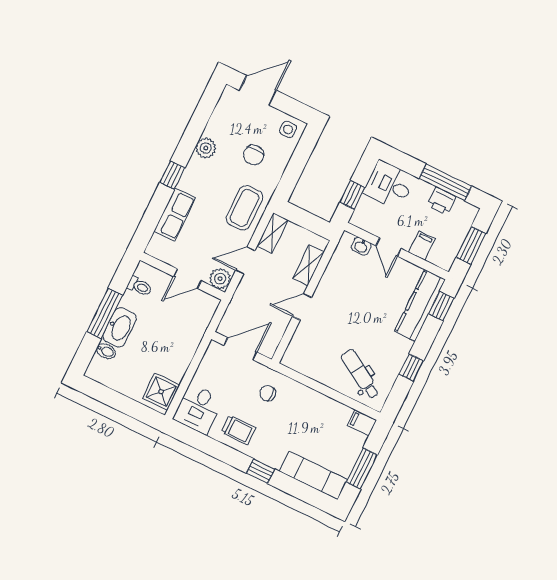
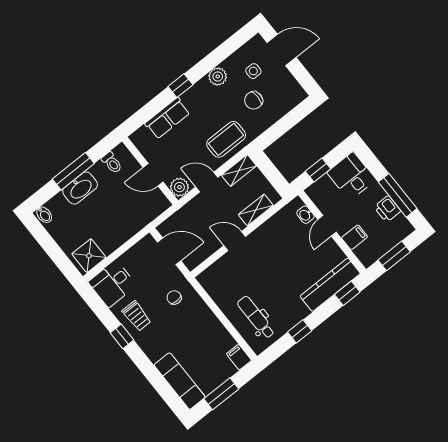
side table: (288, 129) -> (253, 71), moved
bidet: (106, 351) -> (44, 215), moved
dental chair: (360, 374) -> (256, 317), turned -31
window: (261, 471) -> (122, 336), moved

